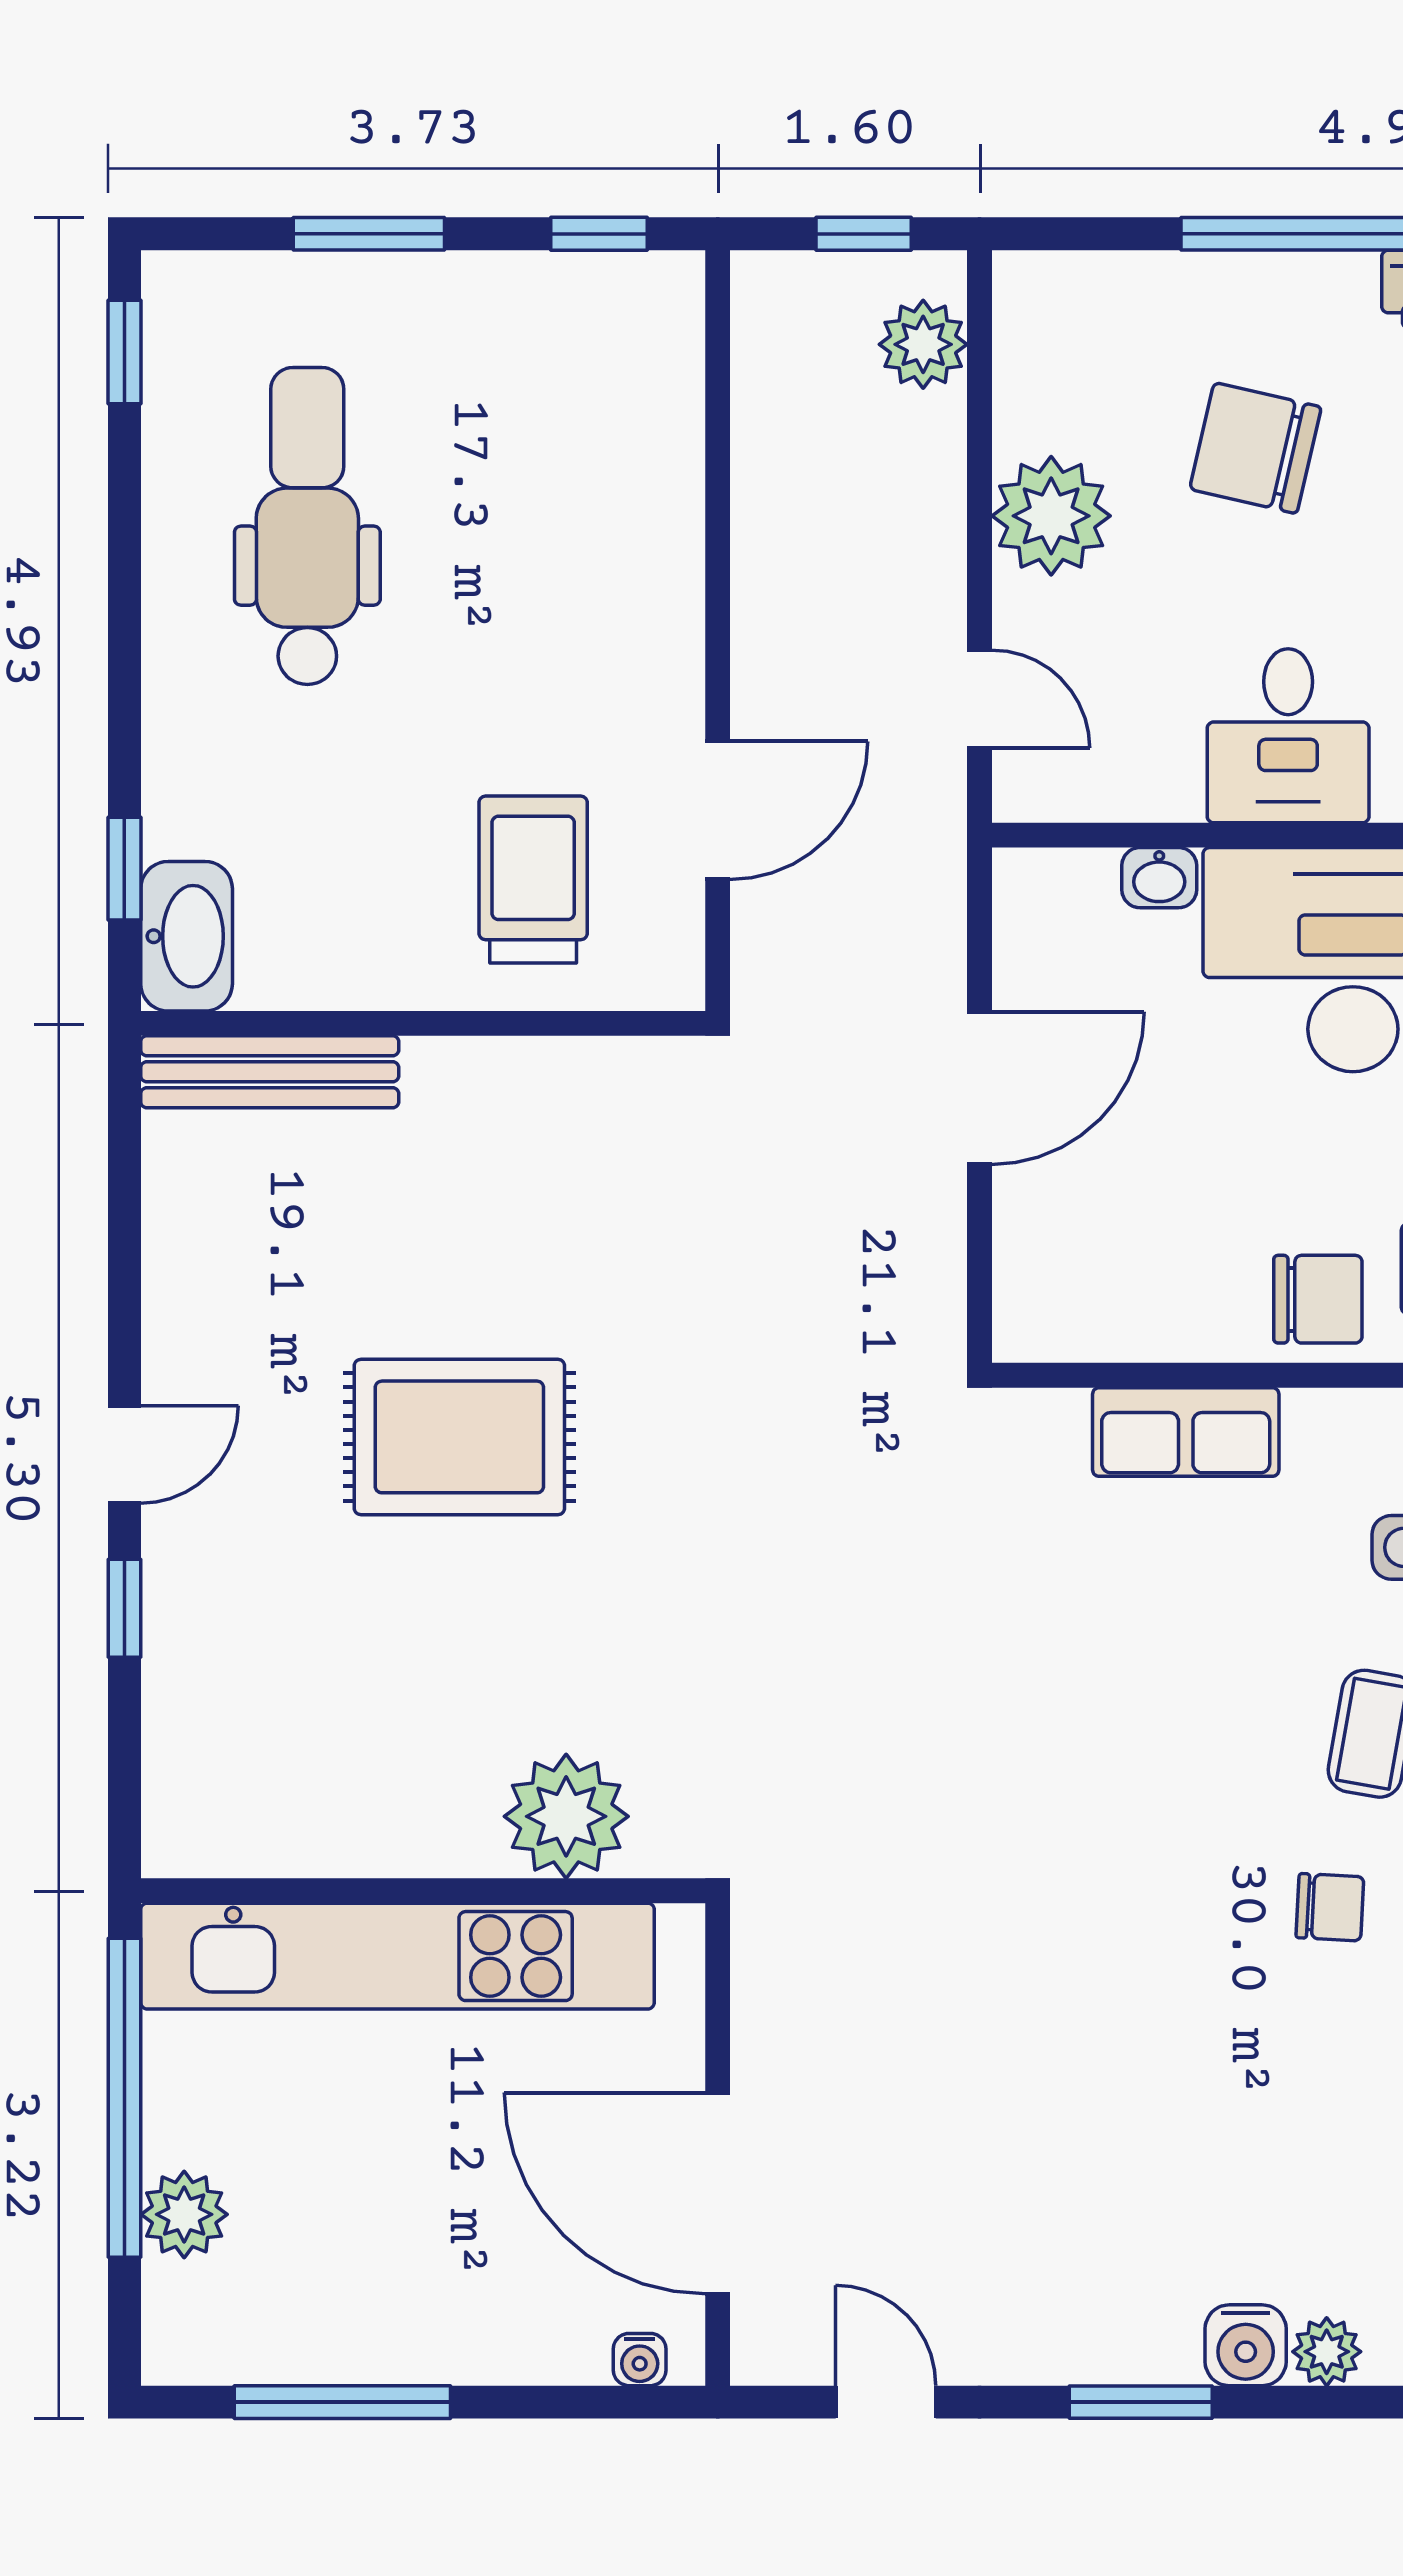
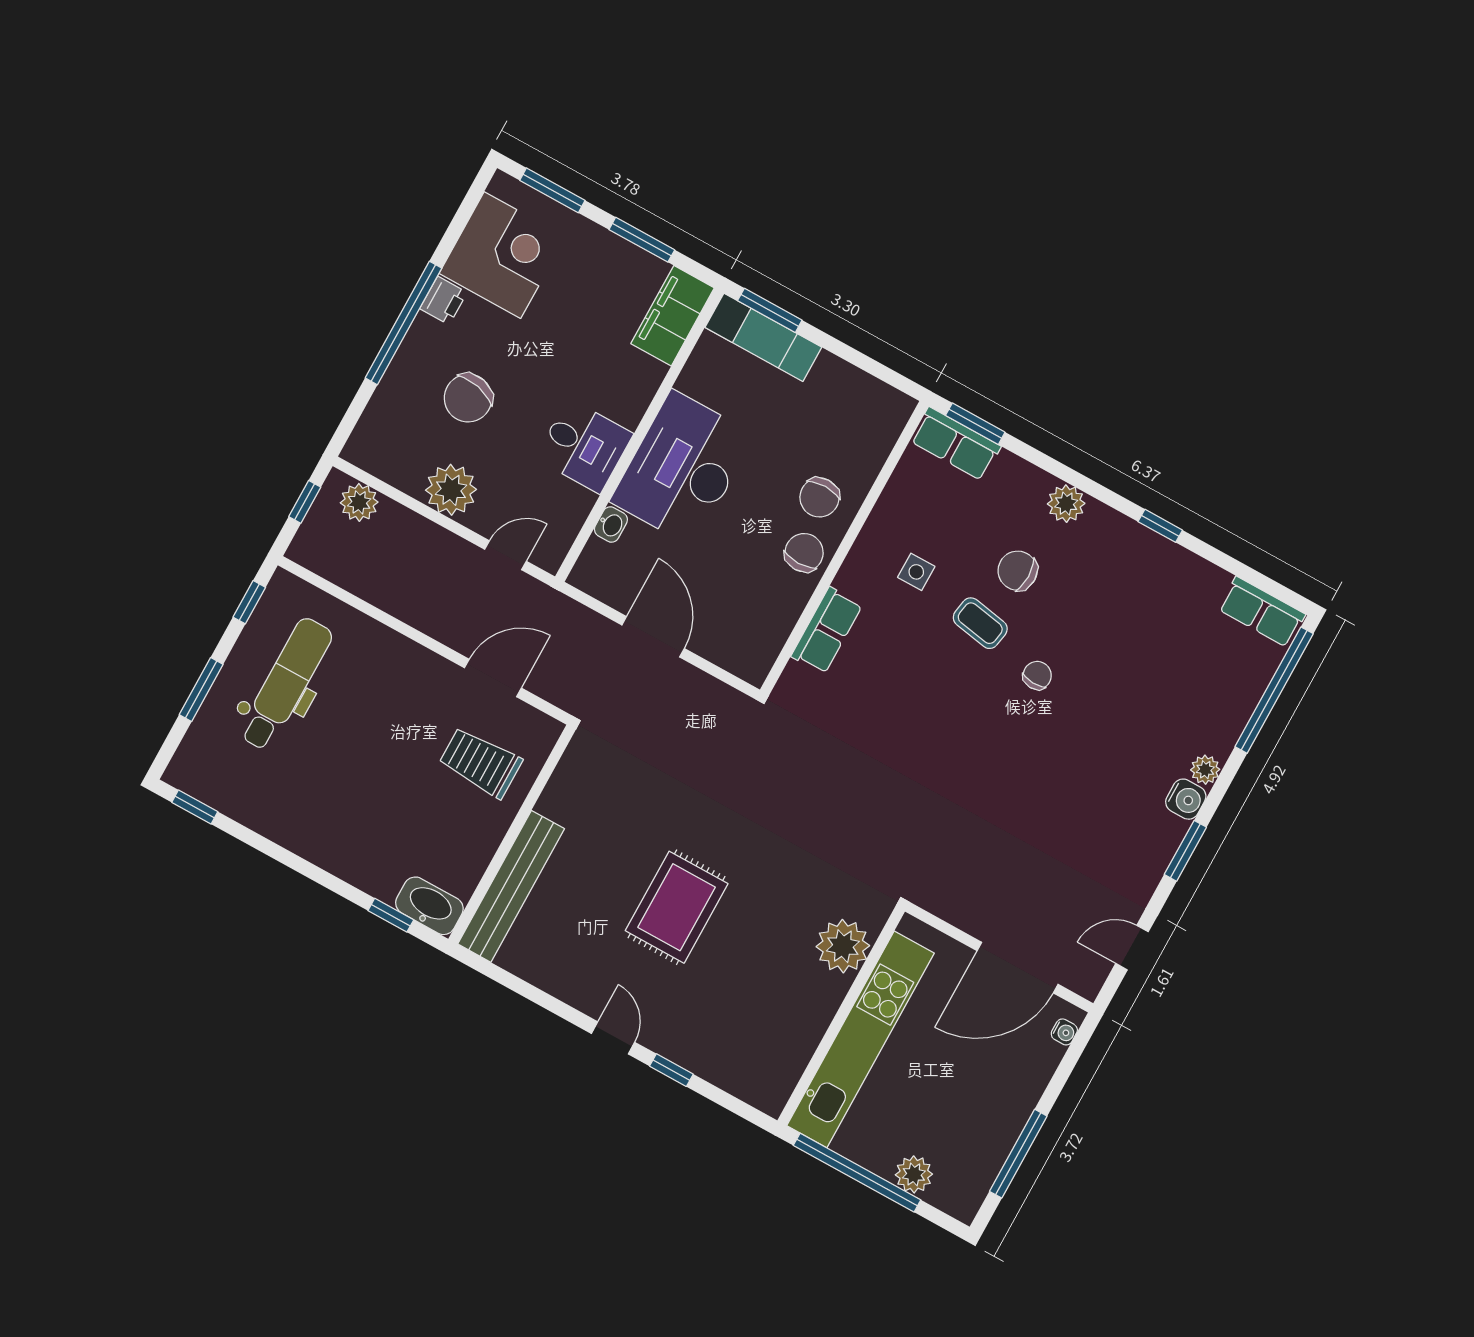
dental chair: (307, 526) -> (286, 684), moved, turned 90
door: (718, 810) -> (493, 678), hinge flipped
bench: (270, 1072) -> (511, 886), width x1.37, depth x1.21

